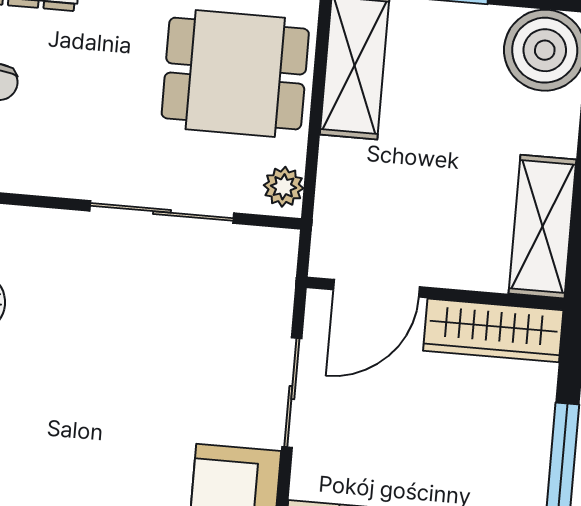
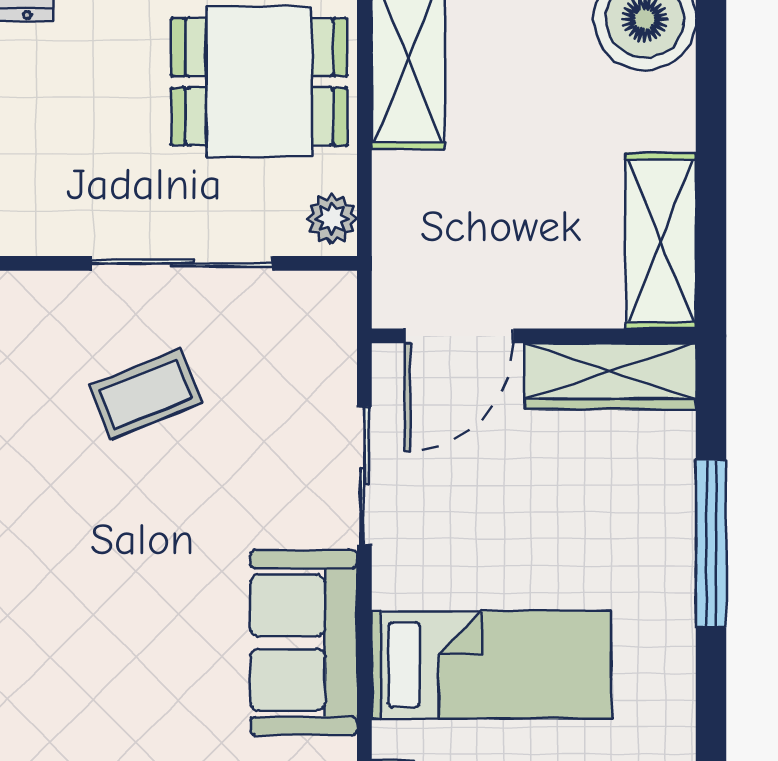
coffee table: (124, 313) -> (146, 394), added

